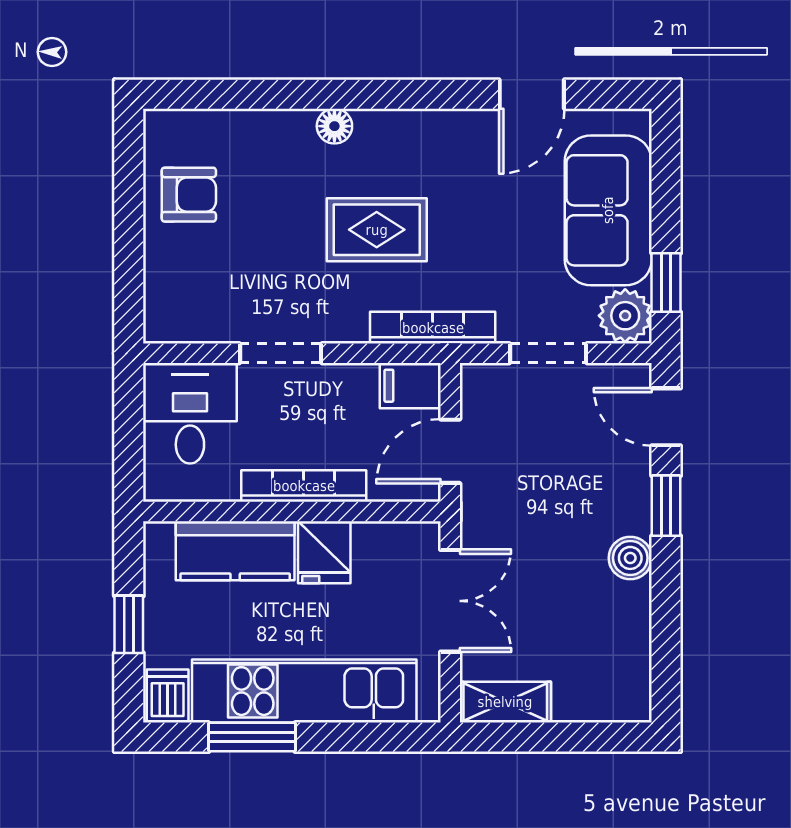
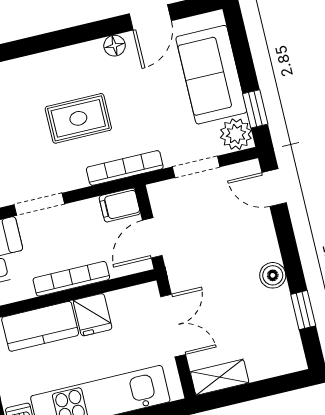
floor lamp: (334, 126) -> (115, 46), moved
window: (666, 506) -> (303, 310), moved

